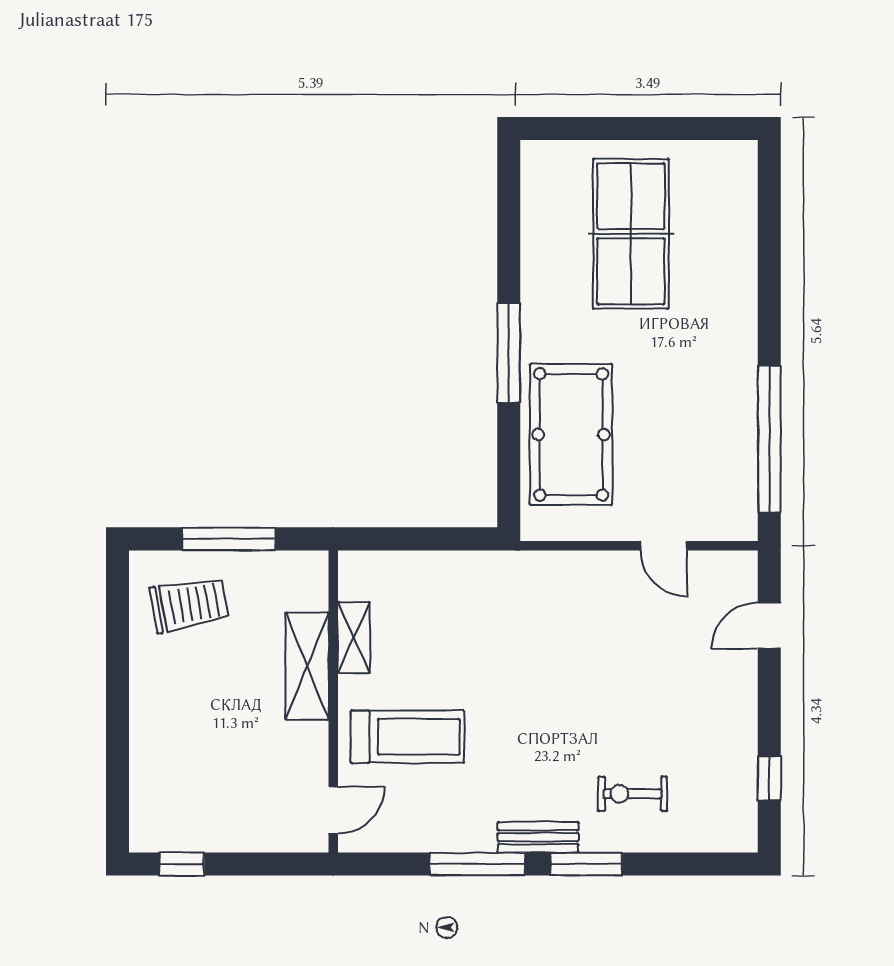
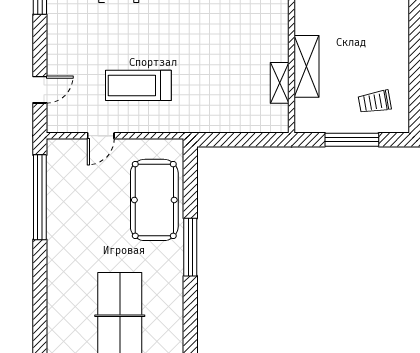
door: (664, 546) -> (101, 136), swing flipped
trolley: (189, 605) -> (375, 102), width x0.73, depth x0.72
treadmill: (408, 737) -> (138, 85), moved

